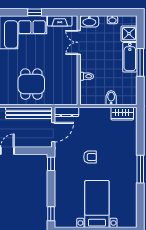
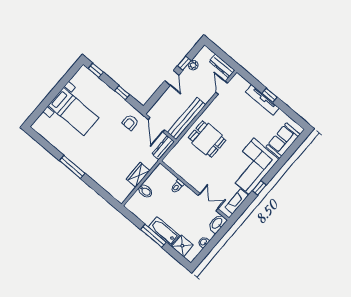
wardrobe: (122, 114) -> (138, 175), moved
armchair: (90, 157) -> (130, 122), moved
window: (51, 164) -> (122, 93), moved

